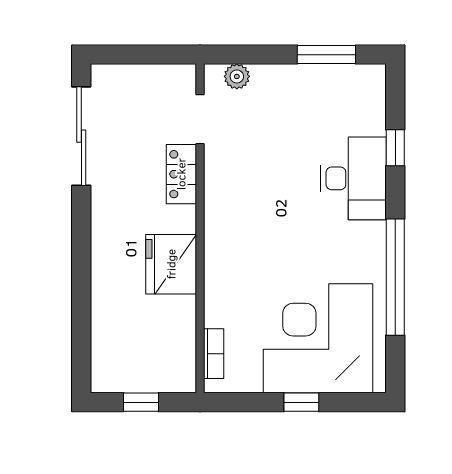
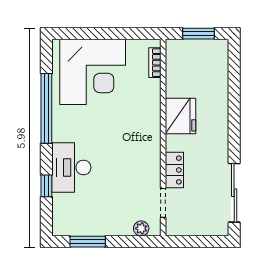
window: (141, 402) -> (198, 34), width x1.50
window: (301, 402) -> (103, 34), removed

